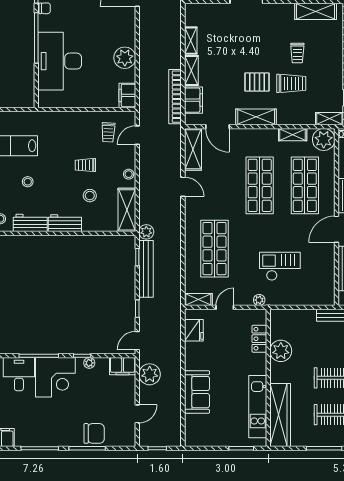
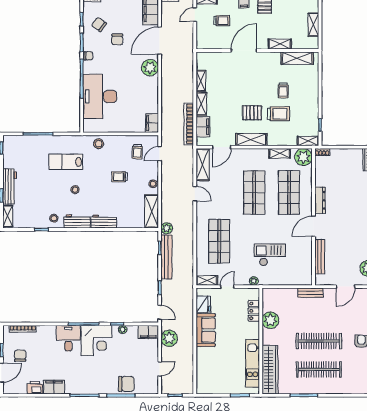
plant: (125, 58) -> (150, 68), moved
door: (218, 127) -> (222, 147), hinge flipped
stool: (90, 196) -> (99, 144), moved
door: (137, 341) -> (160, 312), swing flipped
sofa: (197, 392) -> (206, 330), moved

